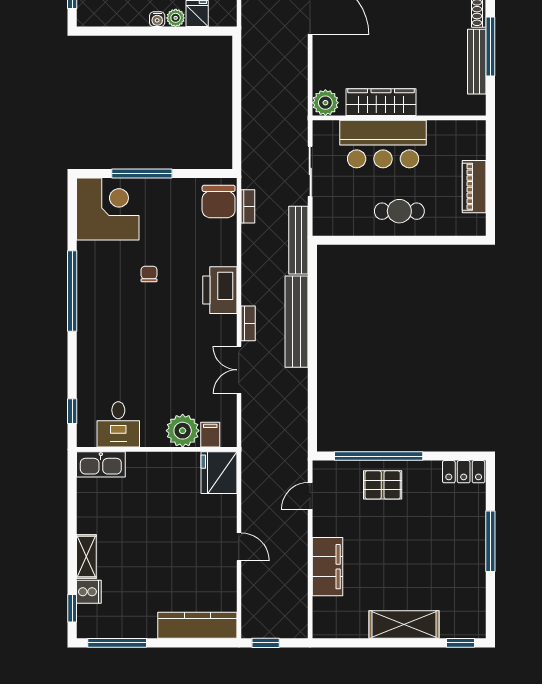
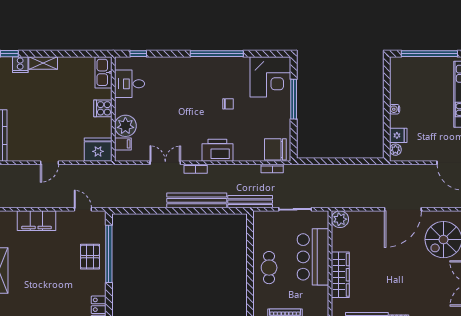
plant: (176, 18) -> (395, 150), moved
wardrobe: (381, 102) -> (340, 275), moved
cooker: (156, 465) -> (103, 108), added

